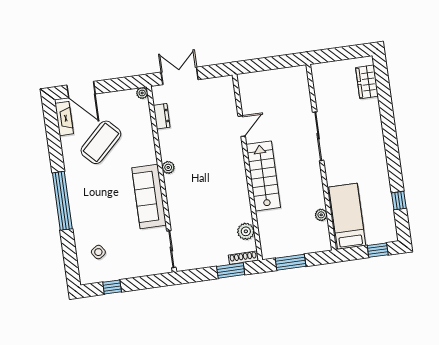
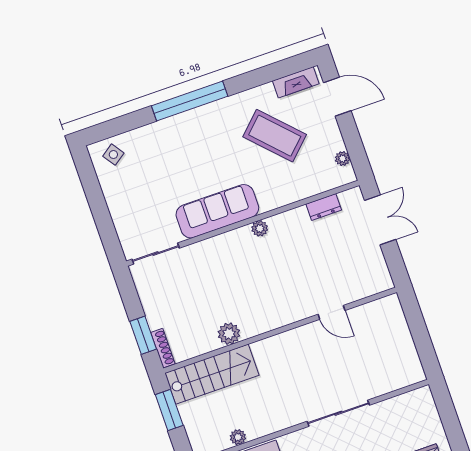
door: (81, 90) -> (337, 97), swing flipped
plant: (142, 93) -> (343, 159), moved
stairs: (263, 176) -> (212, 374), moved
plant: (246, 231) -> (229, 334), moved
side table: (98, 252) -> (113, 155), moved
window: (112, 287) -> (92, 187), removed

